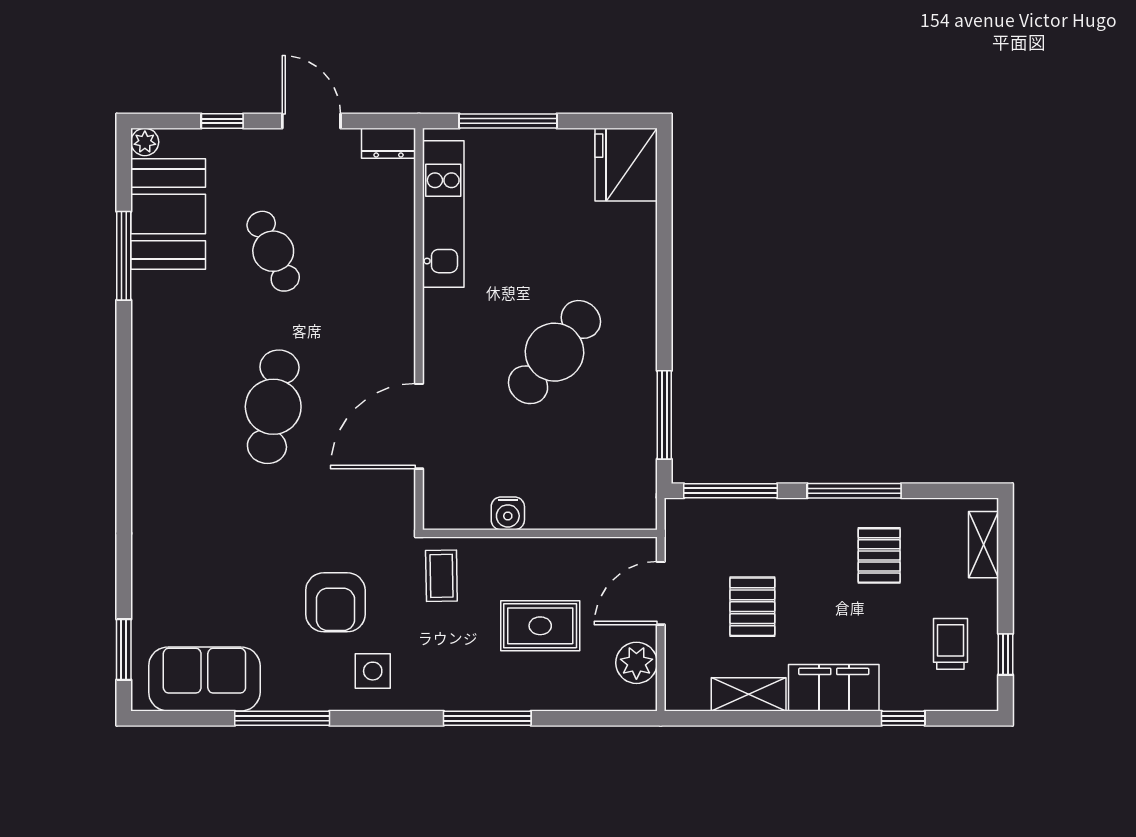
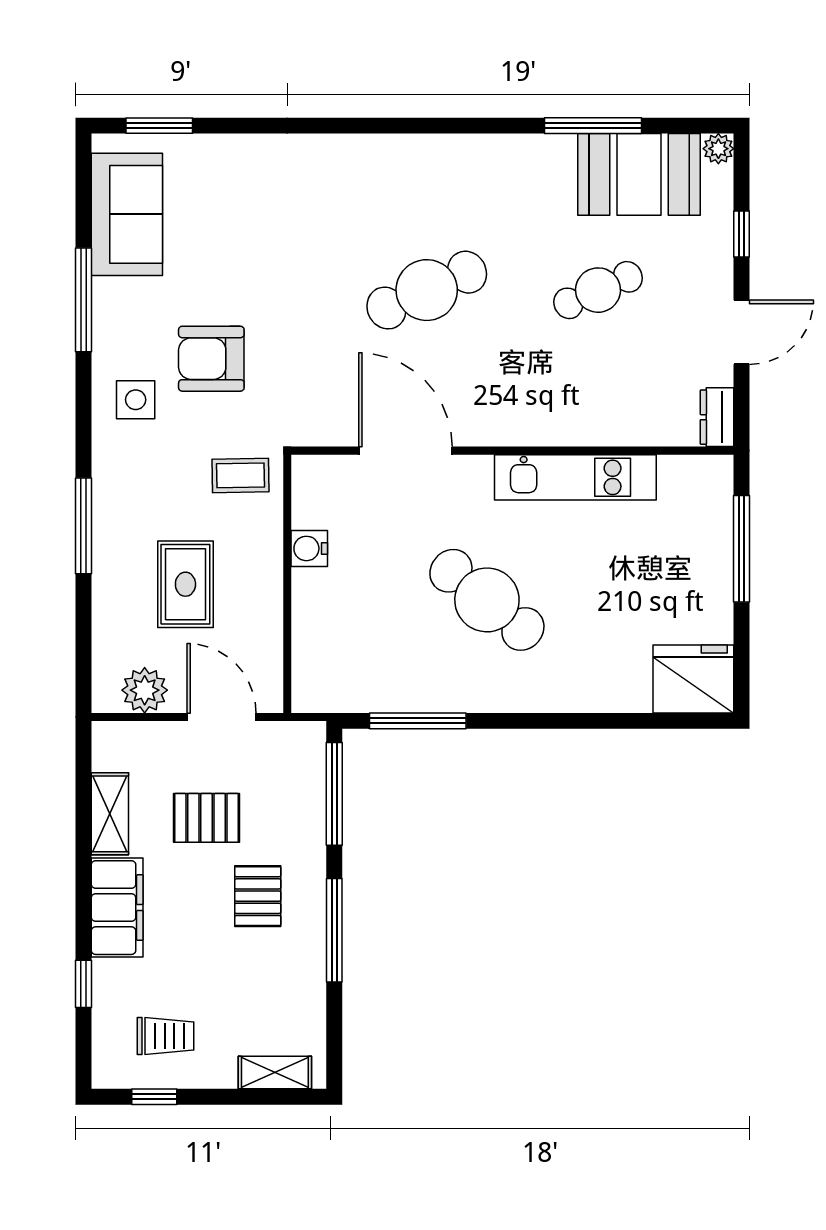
kitchen unit: (443, 214) -> (575, 477), moved
cafe table: (273, 407) -> (427, 290), turned -33
pallet: (879, 555) -> (258, 896), moved, turned 90

